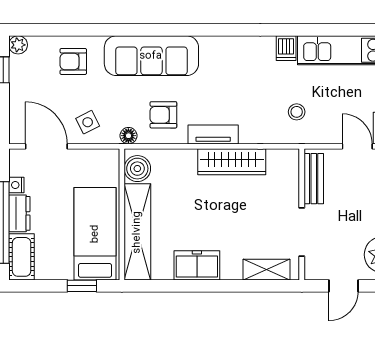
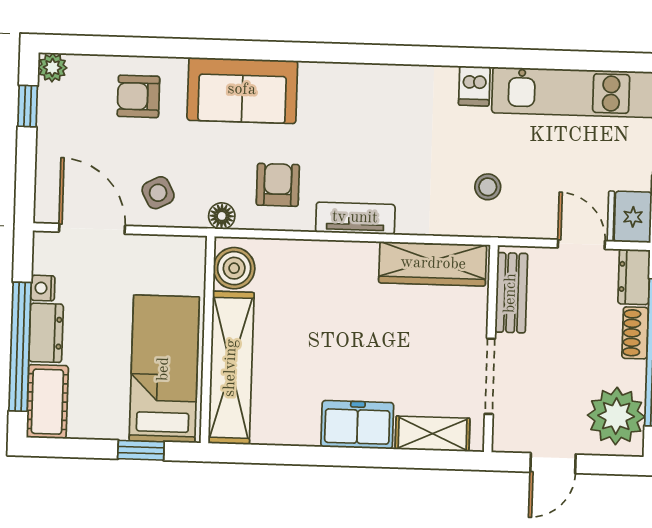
sofa: (151, 56) -> (242, 90), width x0.73
armchair: (163, 115) -> (278, 185), turned 90
wardrobe: (232, 162) -> (433, 264), moved
freezer: (197, 265) -> (357, 425), moved

